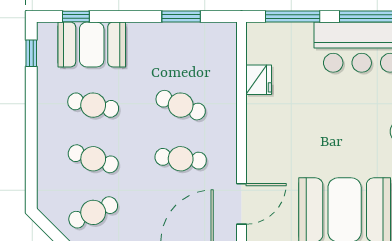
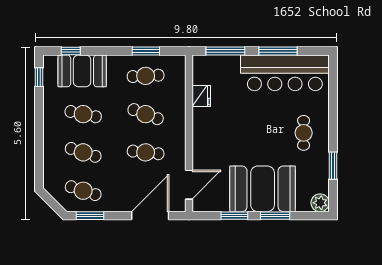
cafe table: (181, 51) -> (146, 76), added
cafe table: (93, 212) -> (83, 191), turned 42

